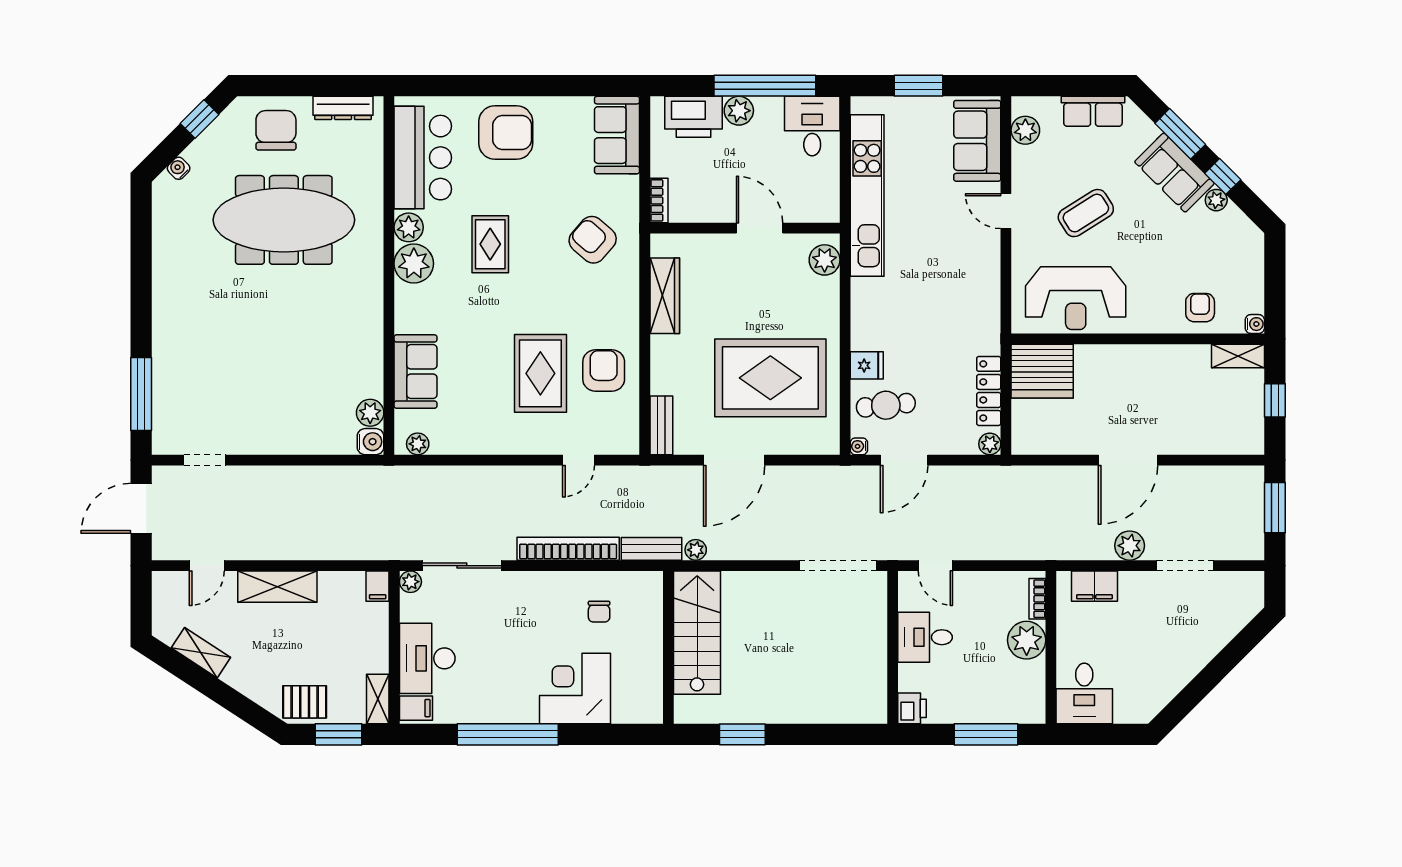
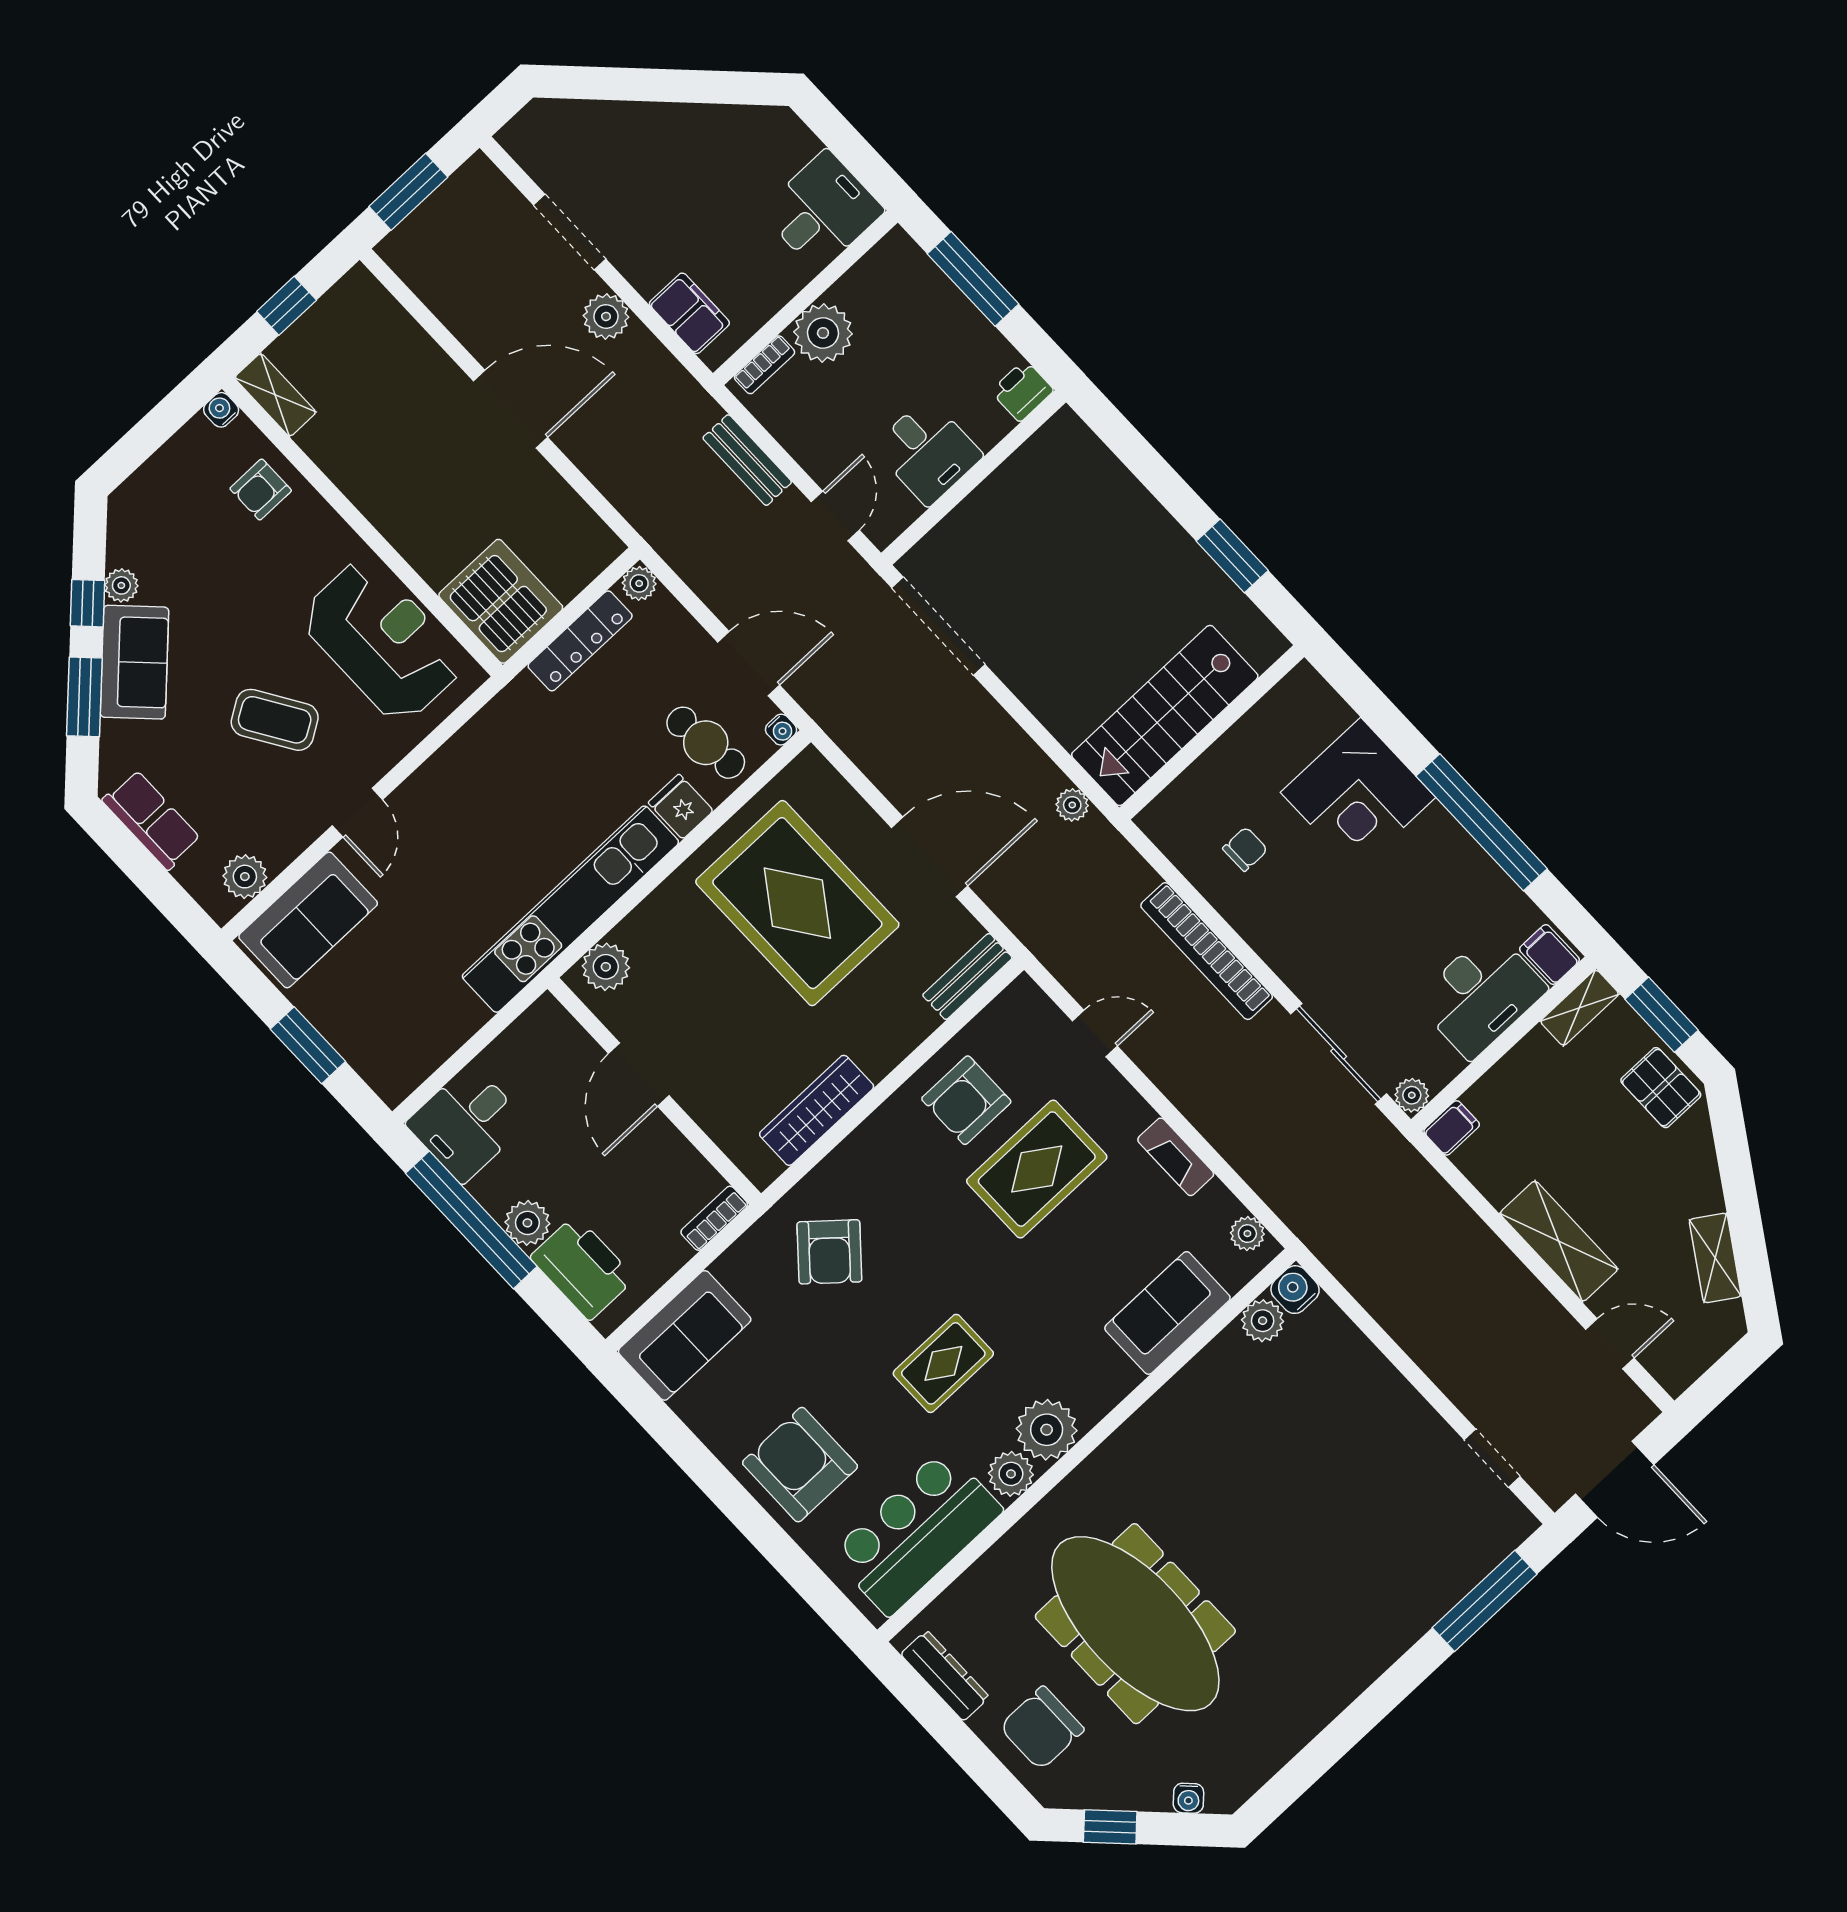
kitchen unit: (867, 196) -> (570, 909), moved
fireplace: (485, 444) -> (1176, 1157), added
bench: (651, 549) -> (747, 460), moved

